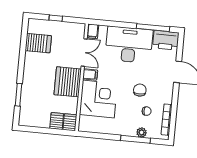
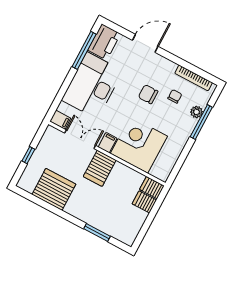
server rack: (38, 43) -> (54, 189), width x1.60
server rack: (68, 82) -> (100, 168), width x0.62

